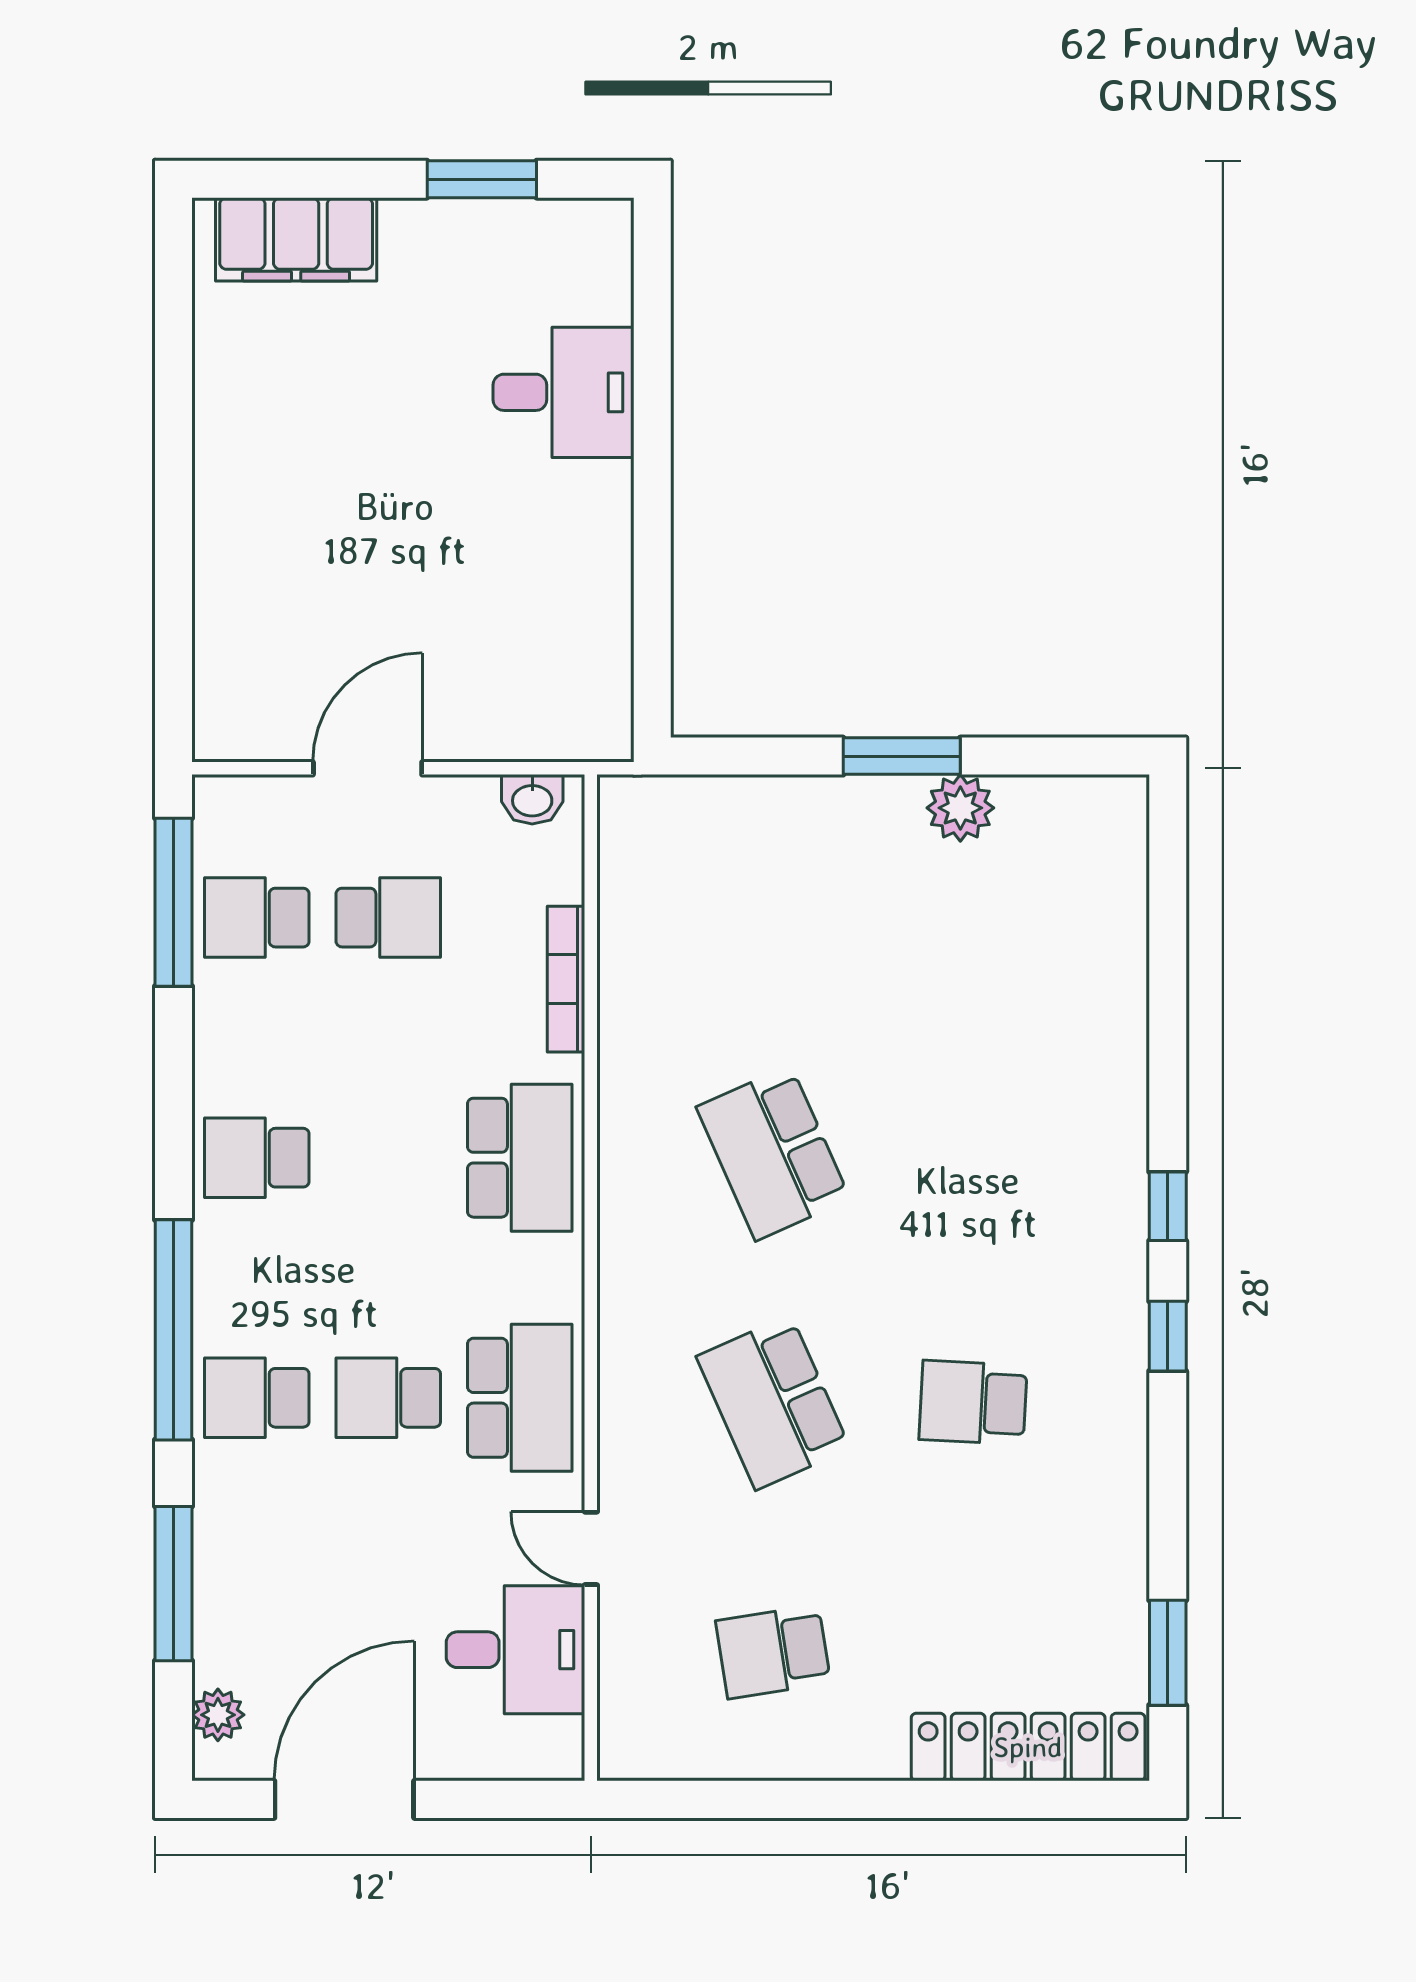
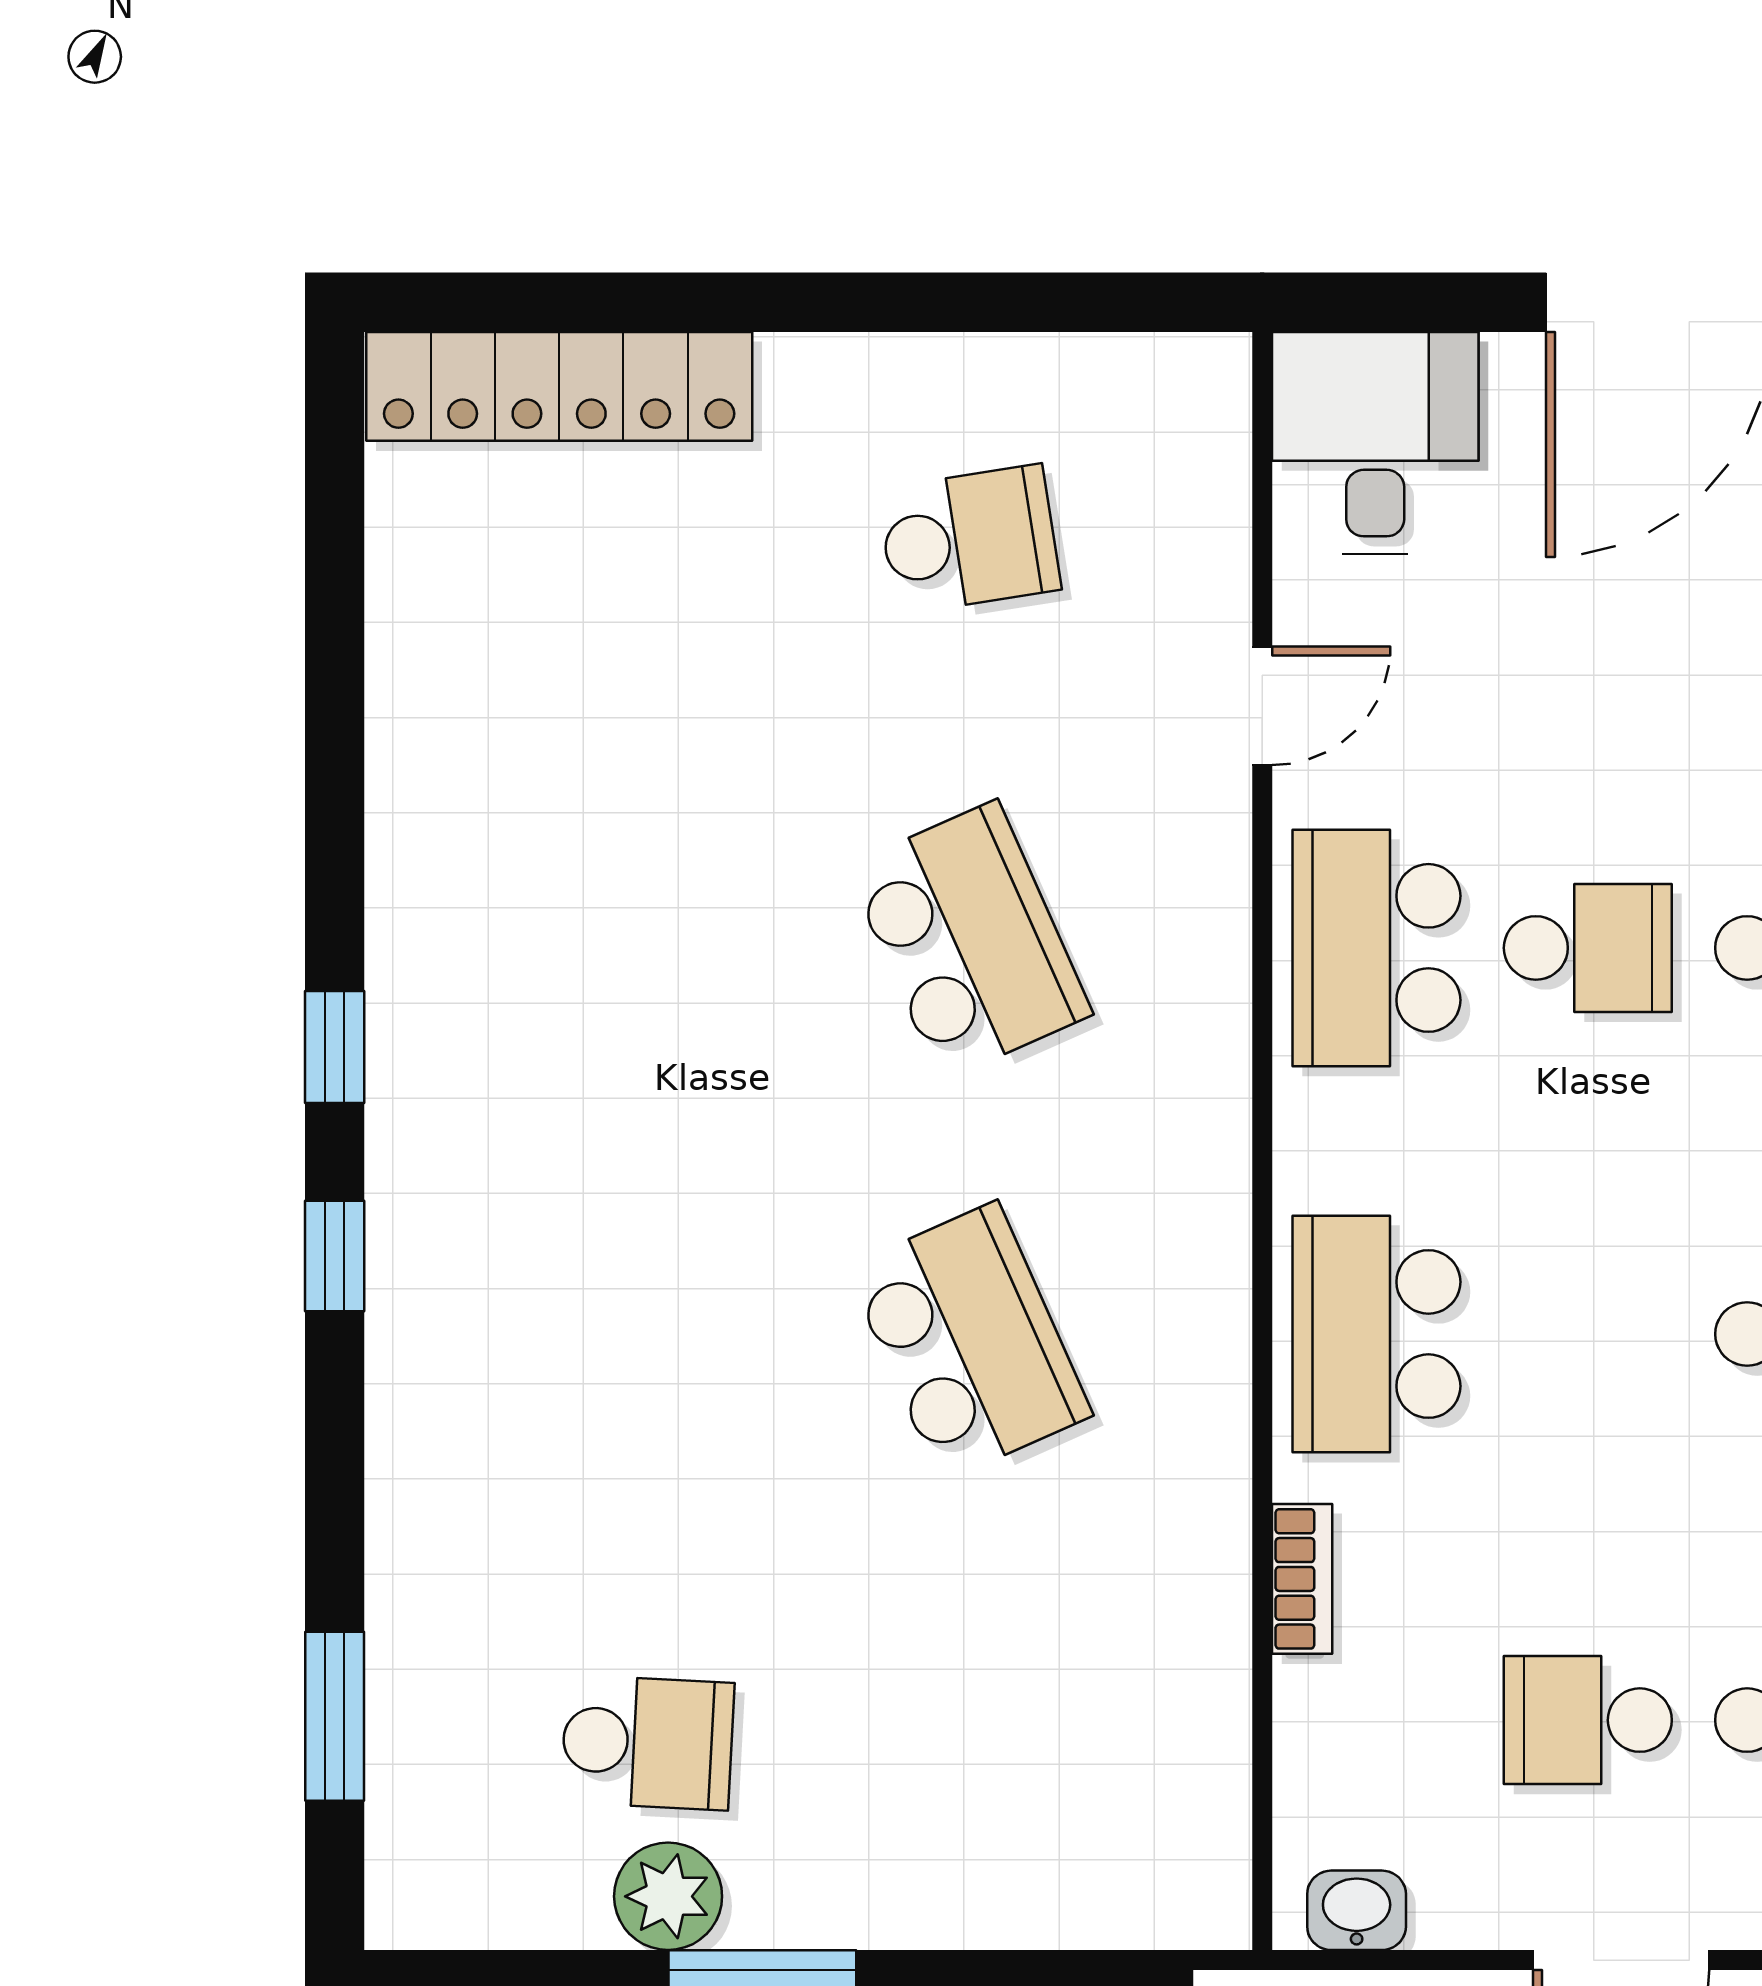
bookcase: (566, 979) -> (1302, 1579), width x0.64
school desk: (973, 1402) -> (648, 1743), moved
door: (591, 1548) -> (1262, 706), hinge flipped
desk: (516, 1650) -> (1375, 443), moved, turned 90
window: (1168, 1653) -> (335, 1716), moved

